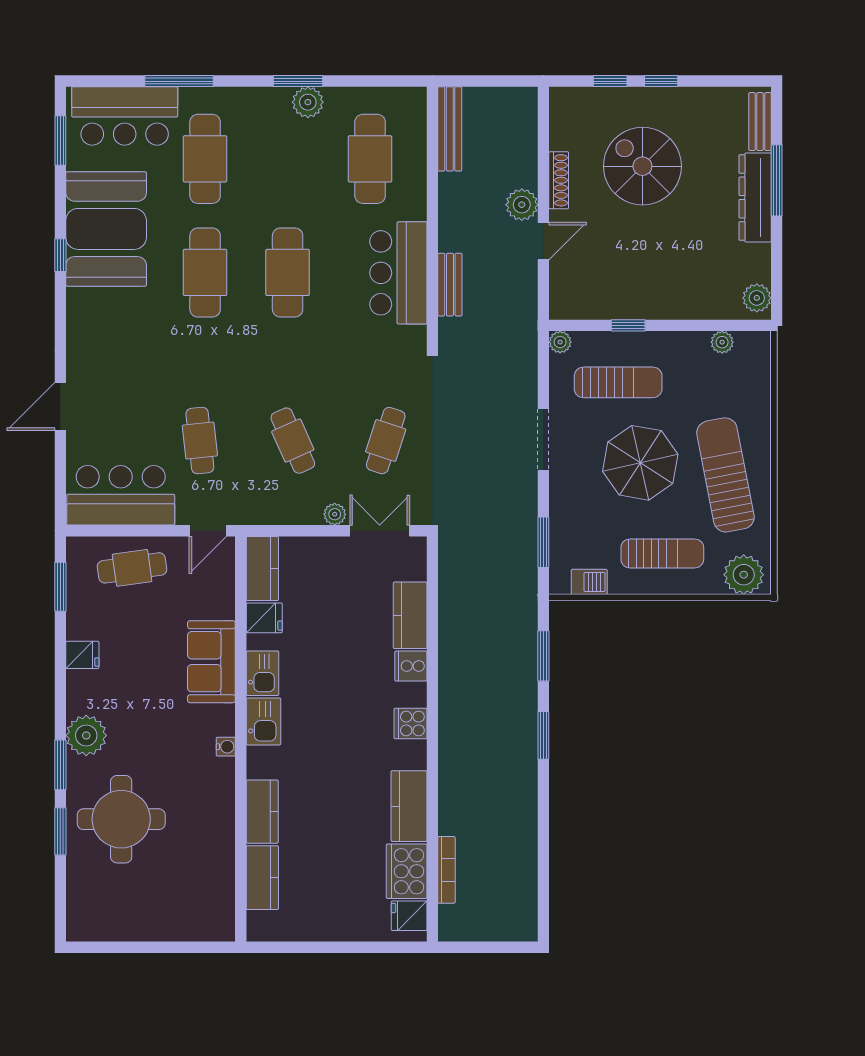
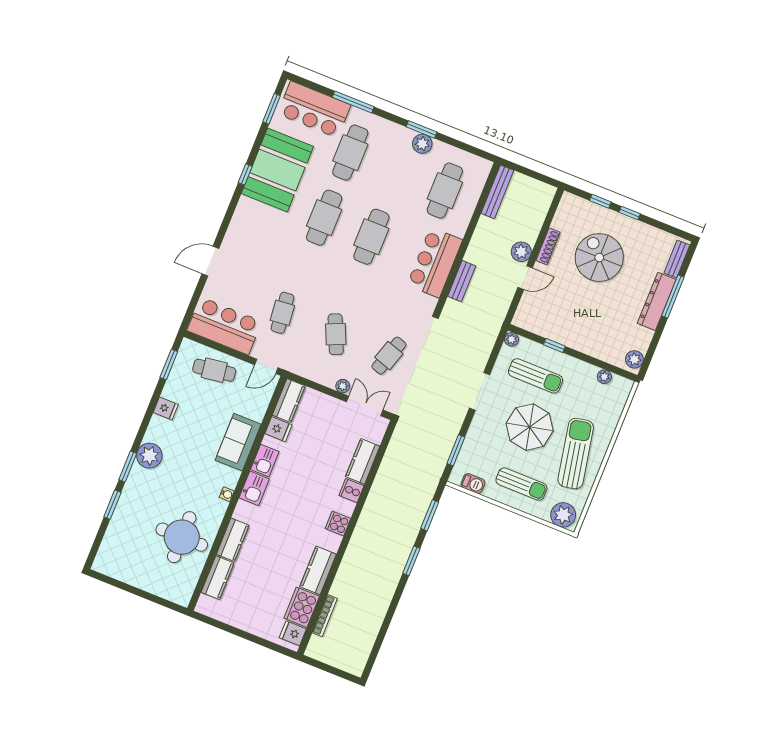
round table: (121, 819) -> (182, 537), moved

